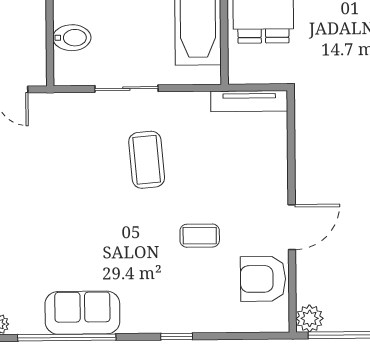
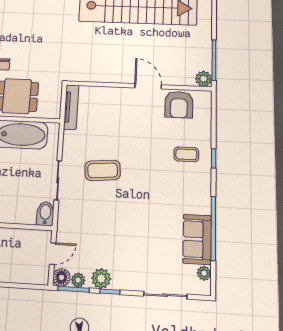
bidet: (72, 38) -> (45, 214), moved
coffee table: (200, 236) -> (186, 154), moved, turned 90
sofa: (82, 313) -> (197, 239), moved

